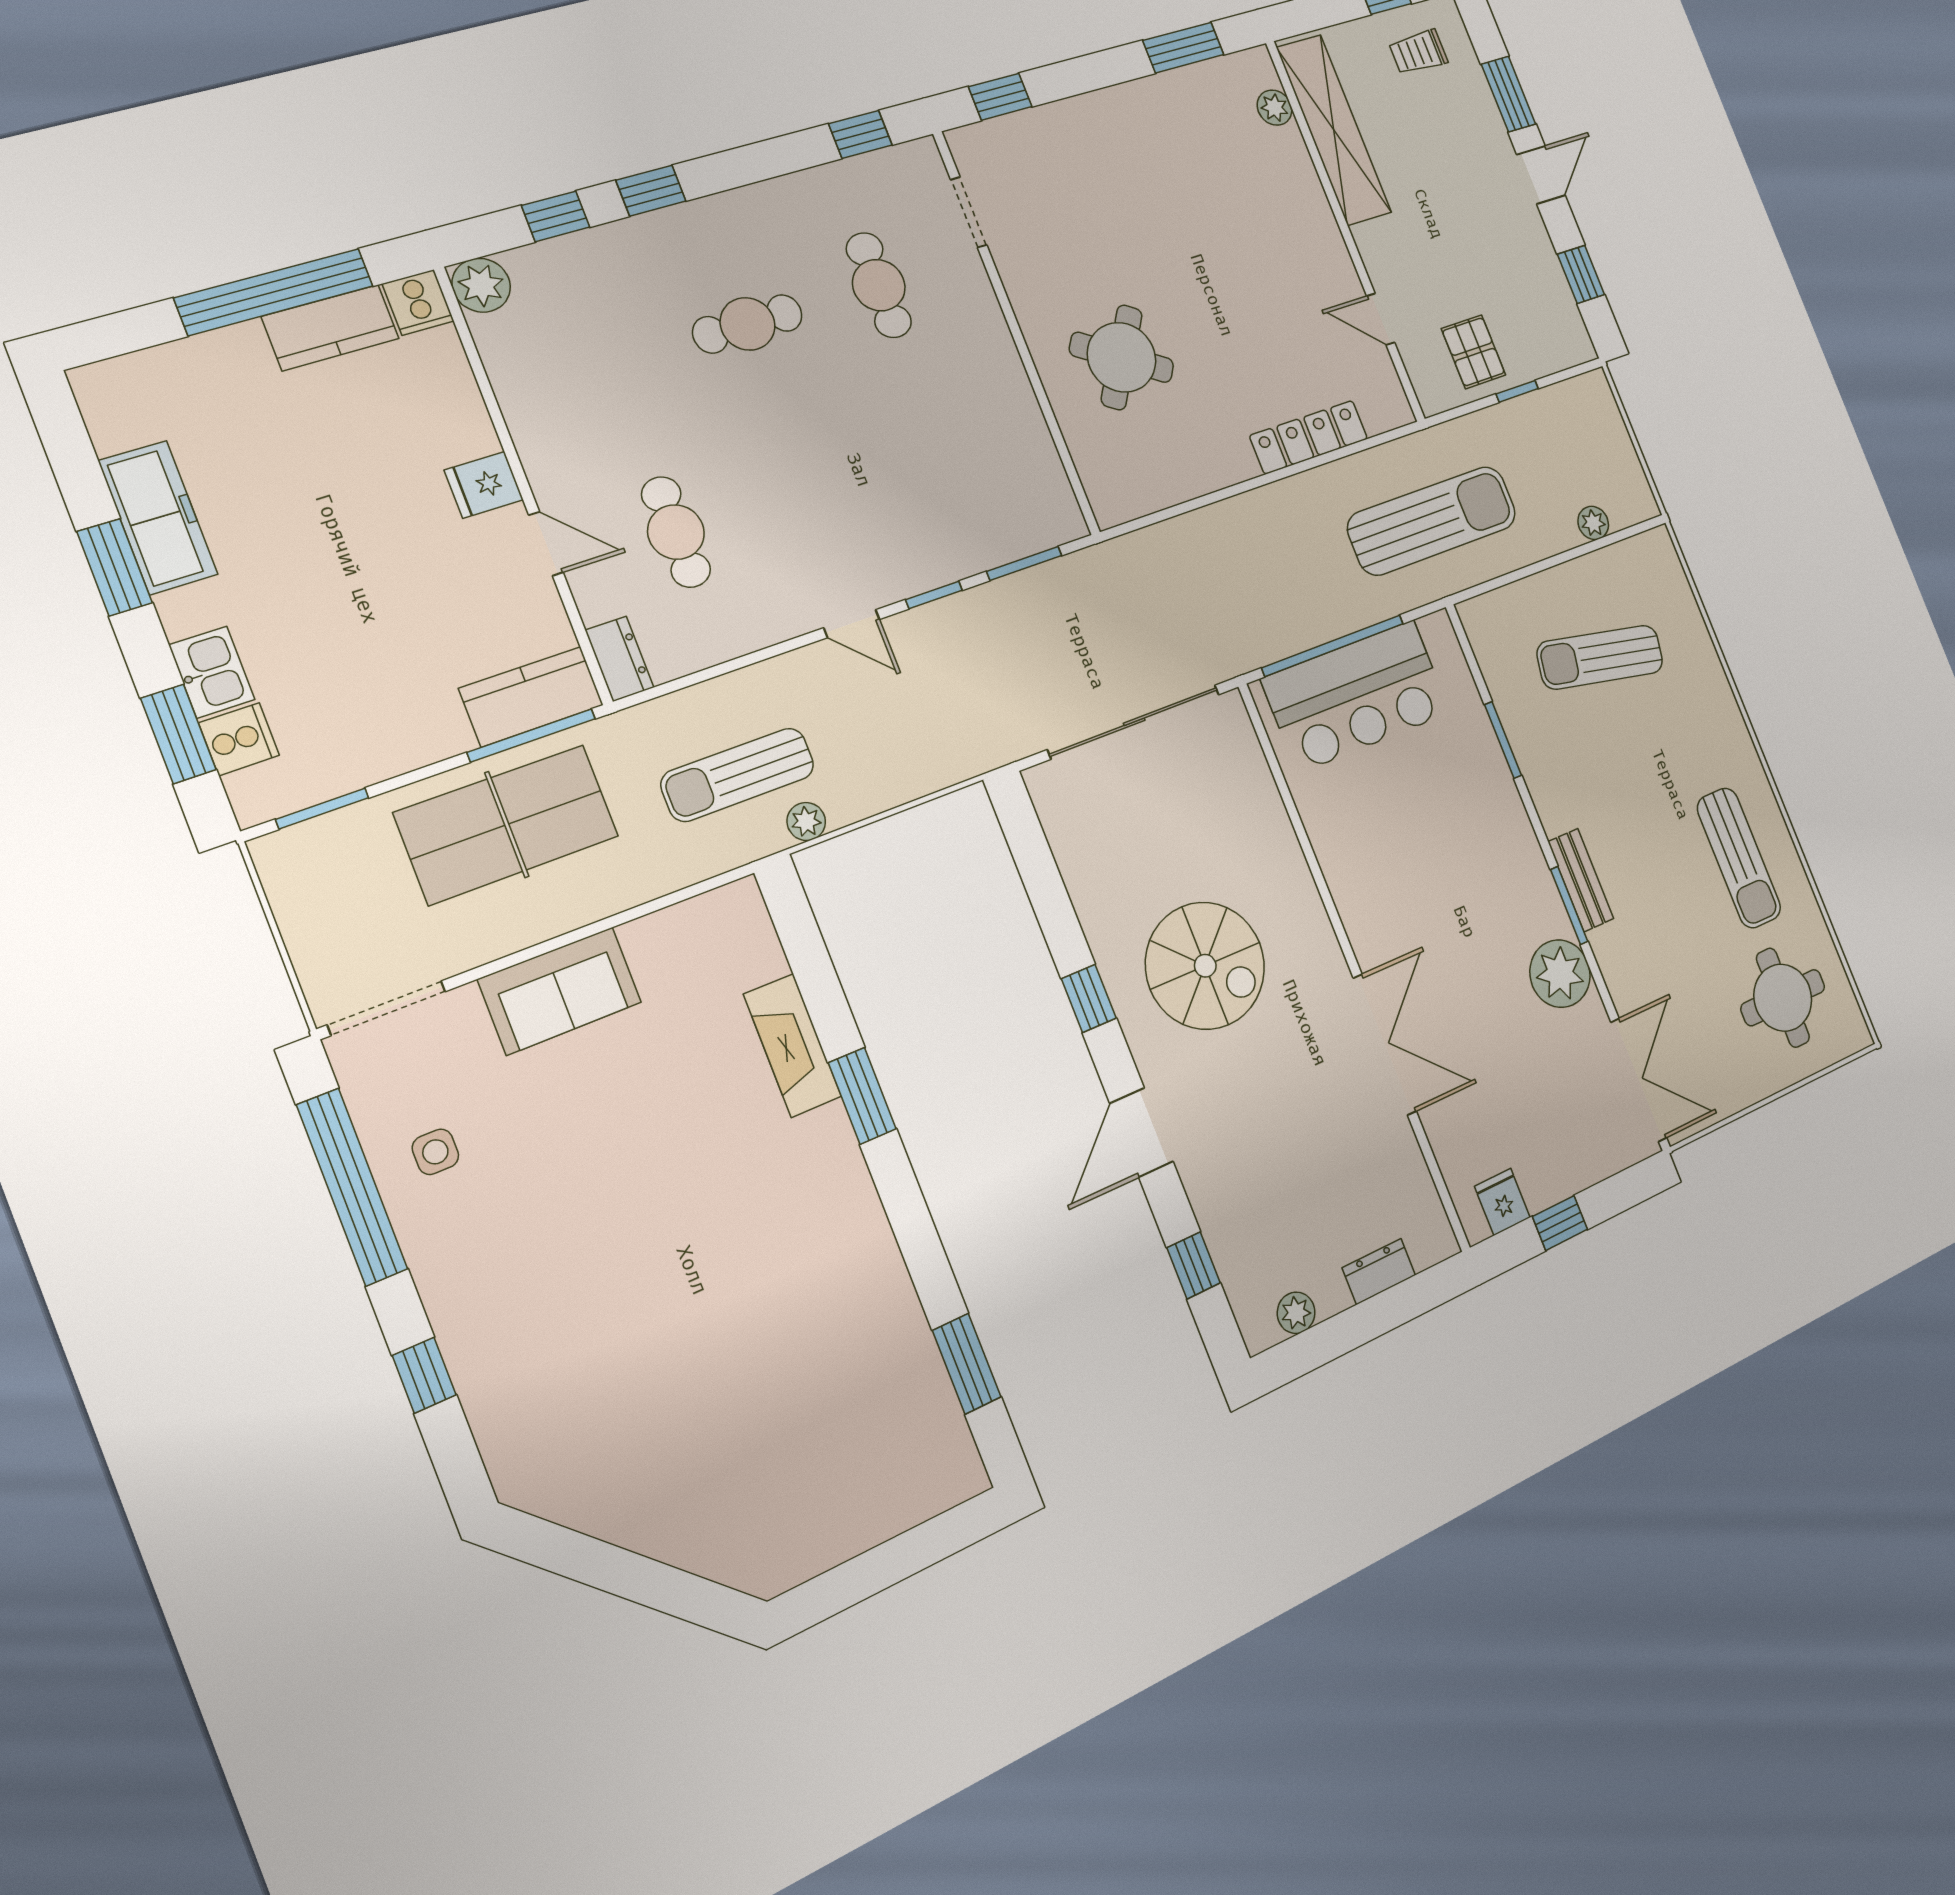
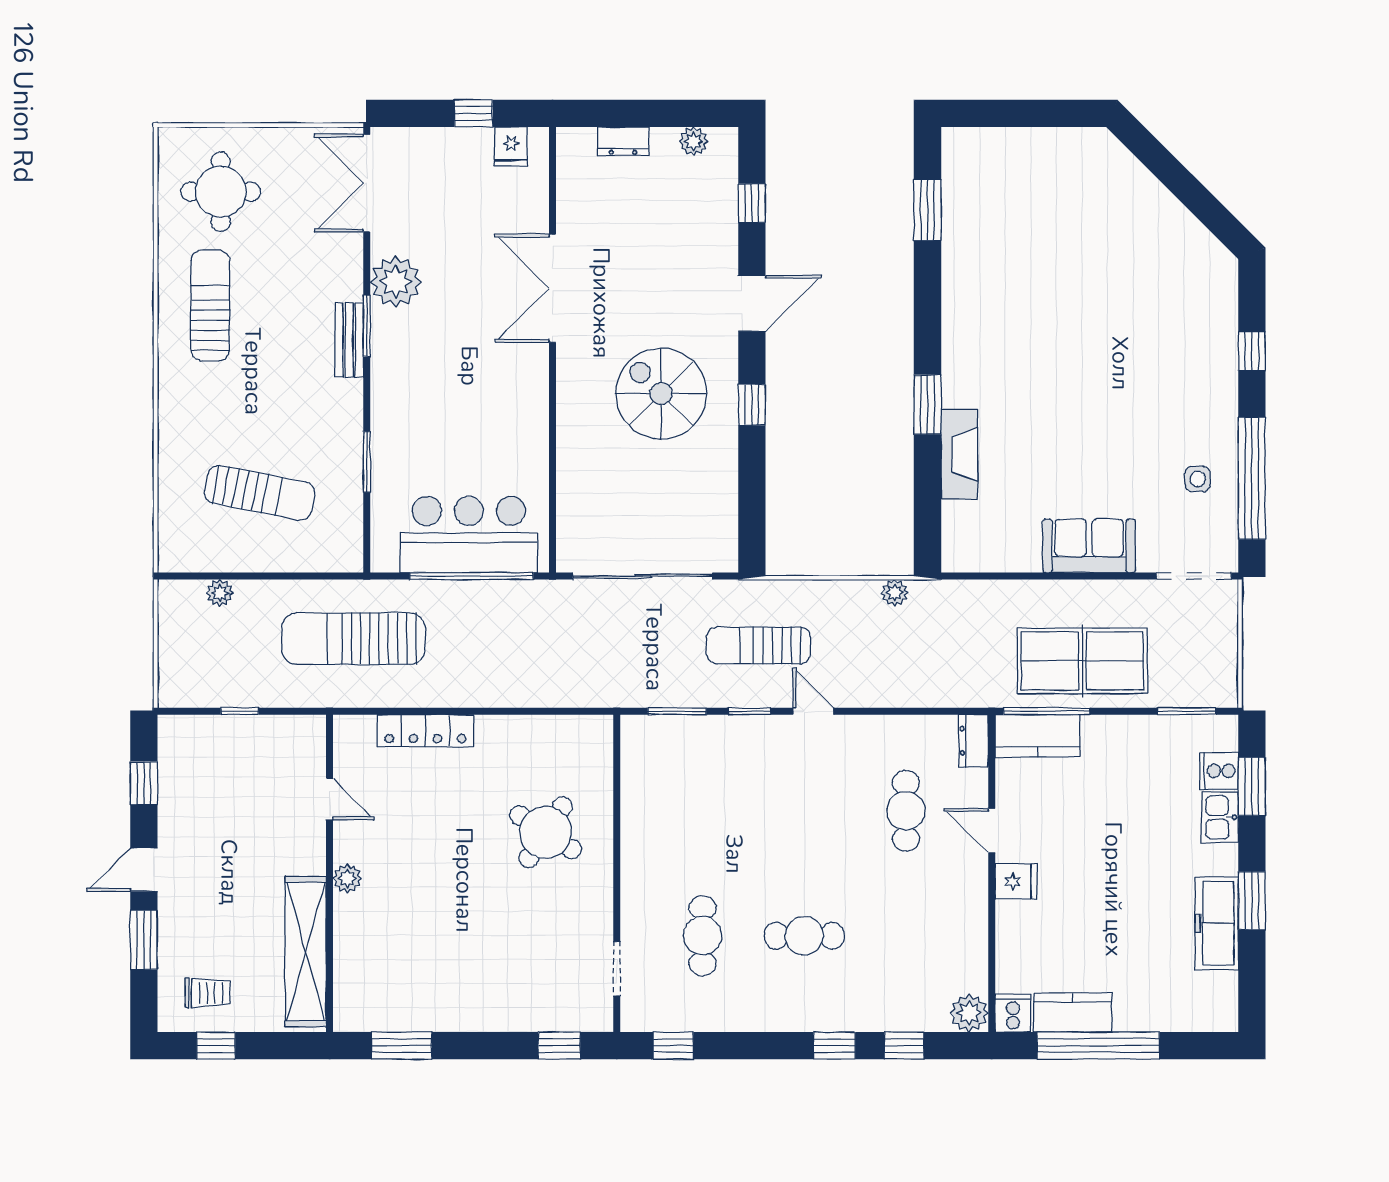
plant: (1274, 108) -> (347, 878), moved
pallet: (1474, 352) -> (263, 752), removed
sun lounger: (738, 775) -> (758, 645), moved, turned 180

